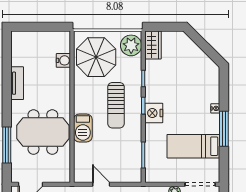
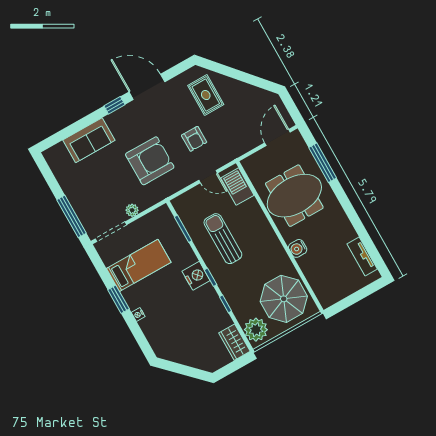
water cooler: (63, 60) -> (298, 248), moved
tv unit: (17, 83) -> (362, 257), moved
sun lounger: (116, 105) -> (223, 239), moved
barbecue: (83, 128) -> (237, 187), moved
window: (224, 129) -> (118, 299), width x0.69

